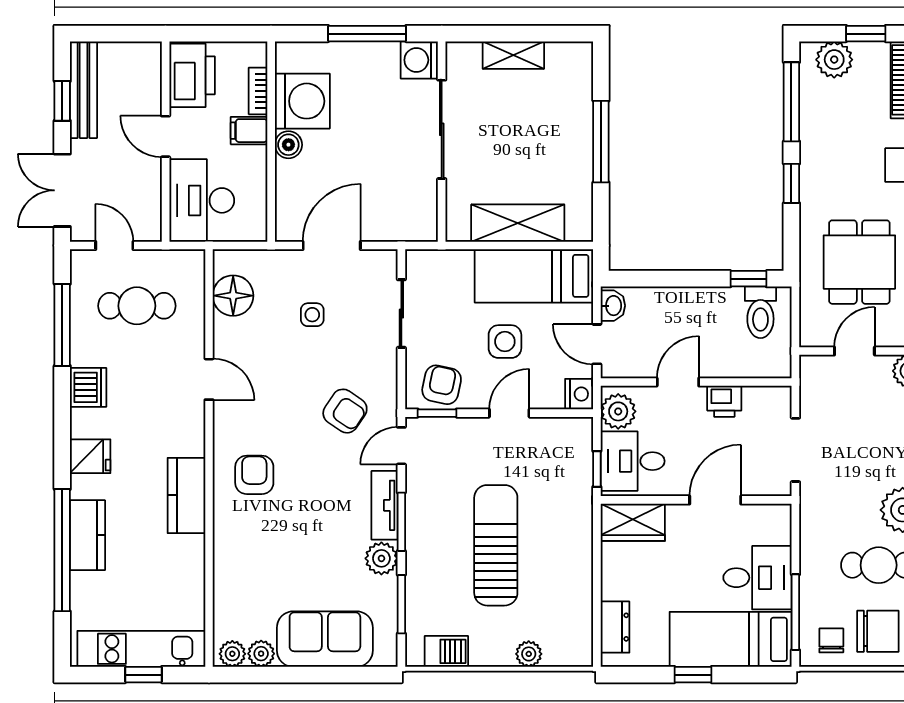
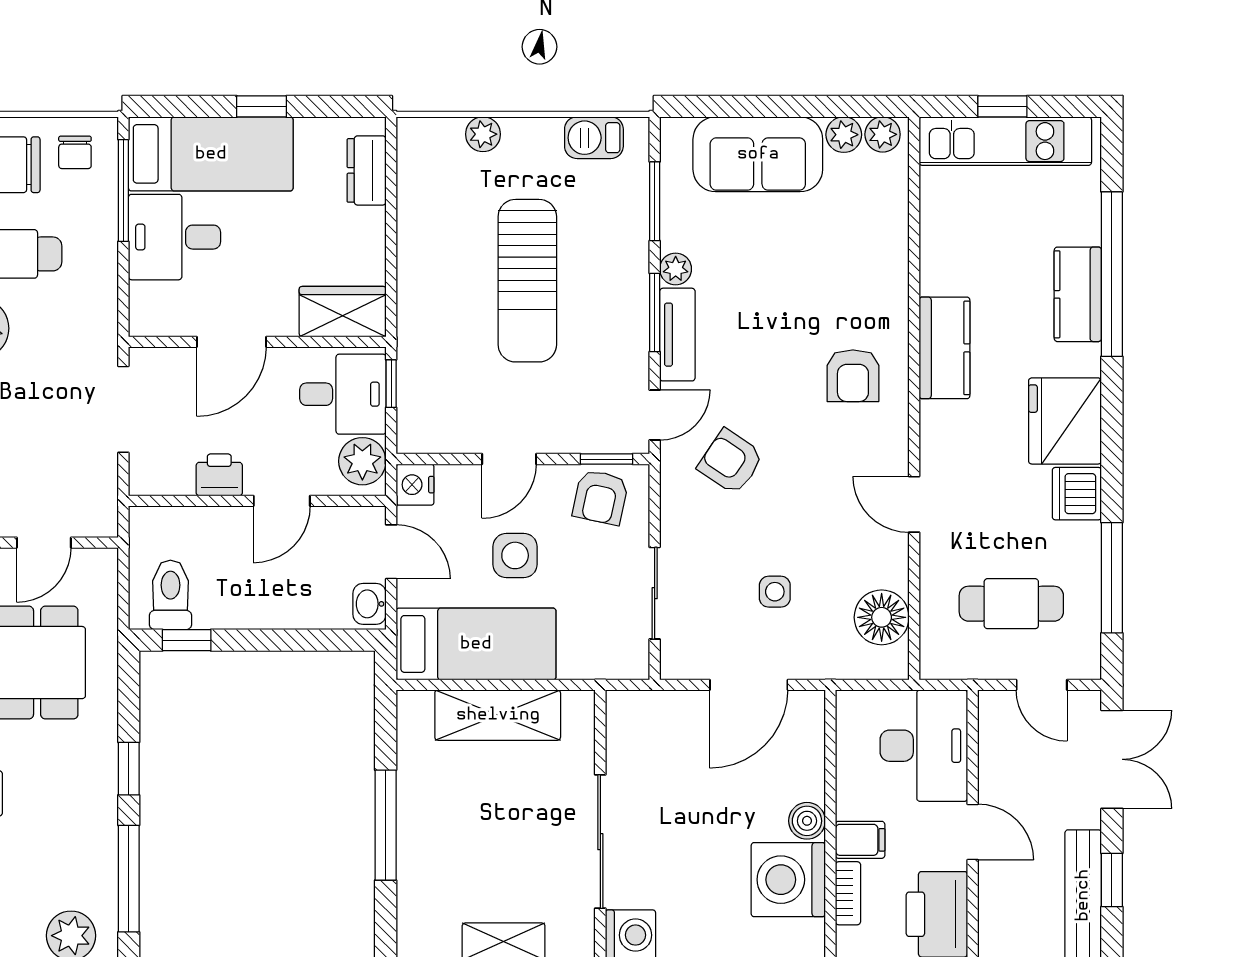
fridge: (90, 456) -> (1065, 421), width x1.88, depth x1.34
plant: (381, 558) -> (676, 269), width x0.73, depth x0.73

